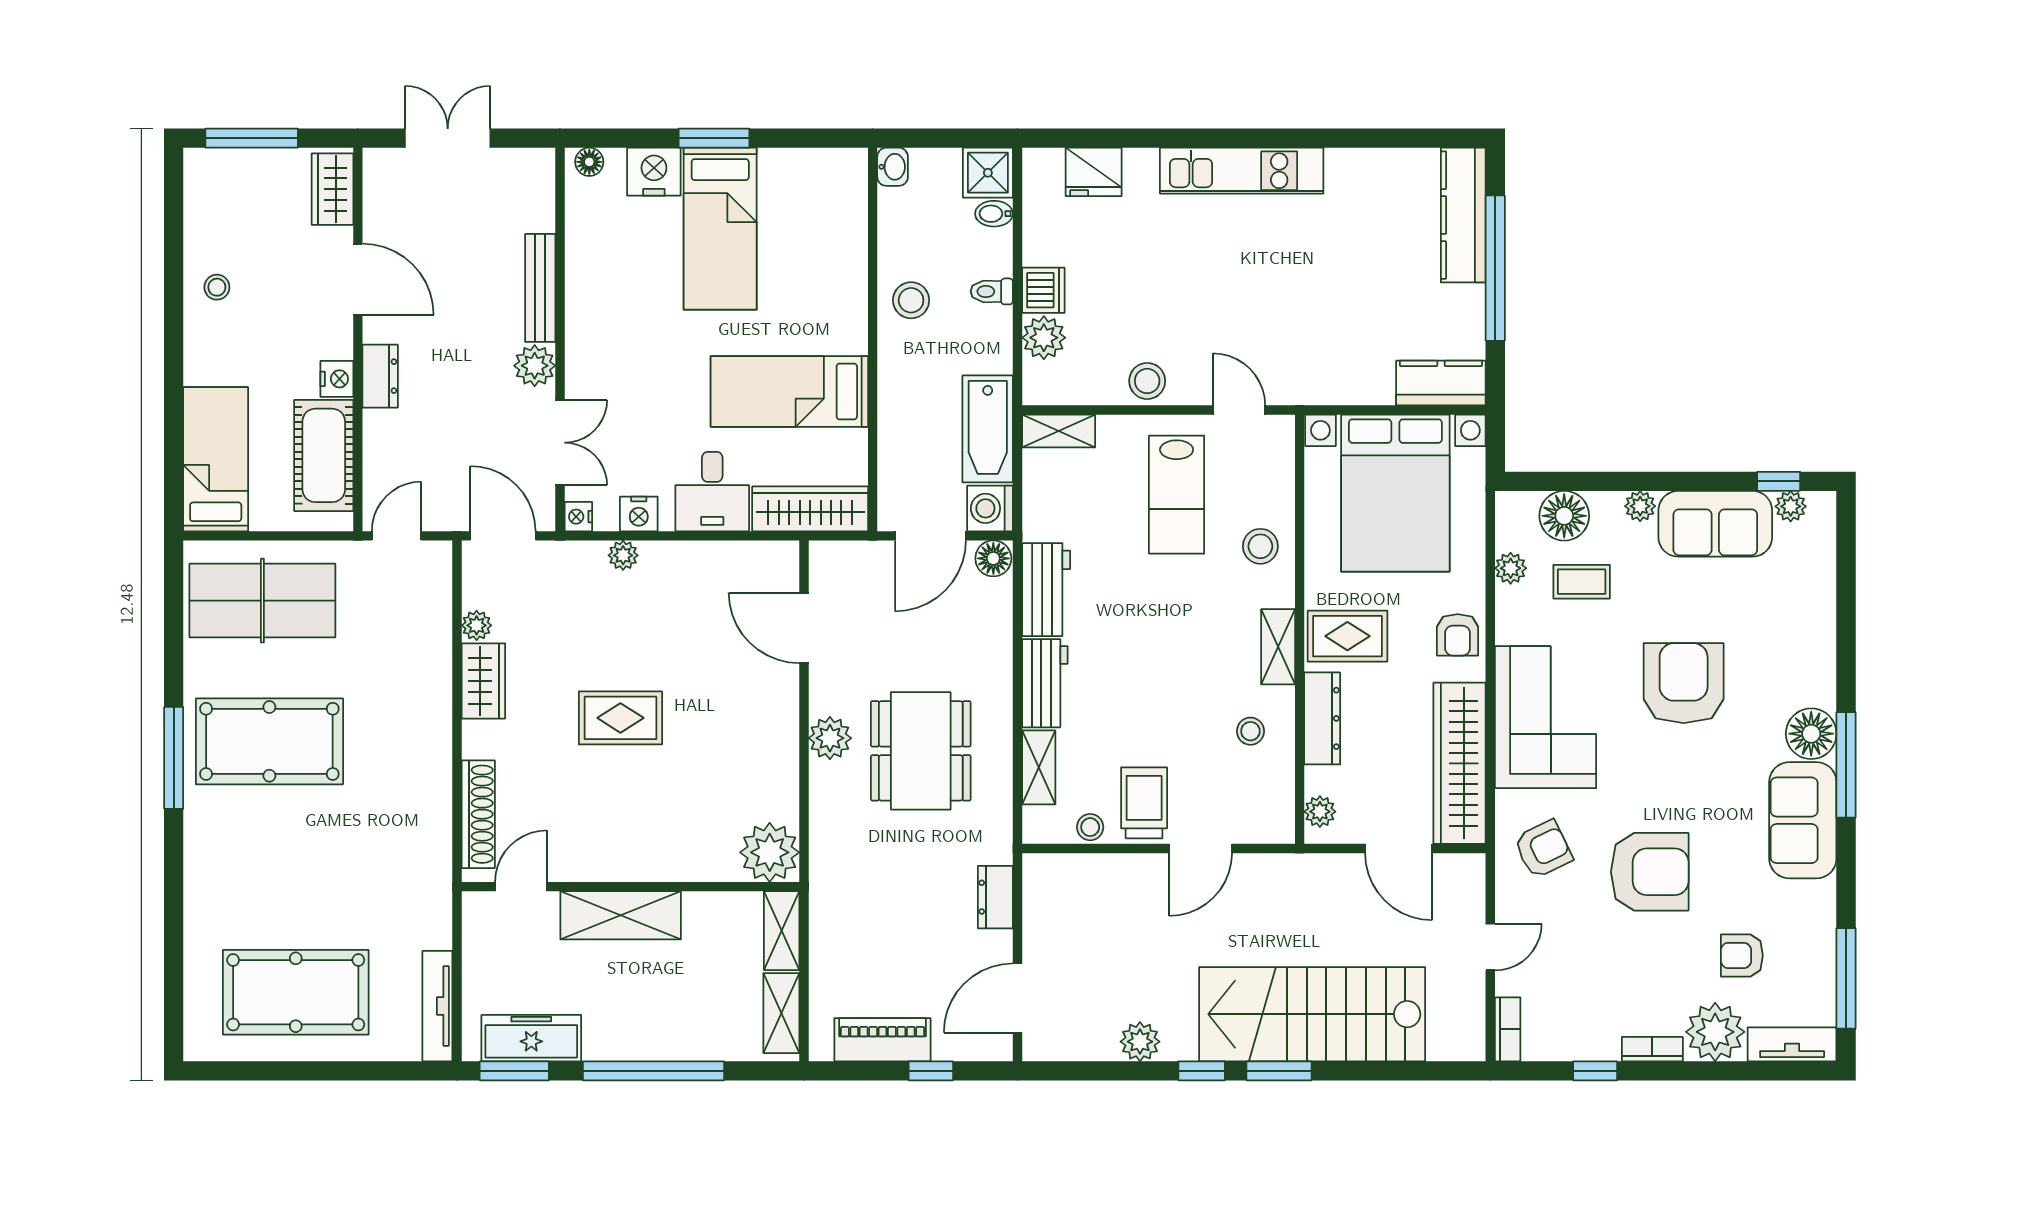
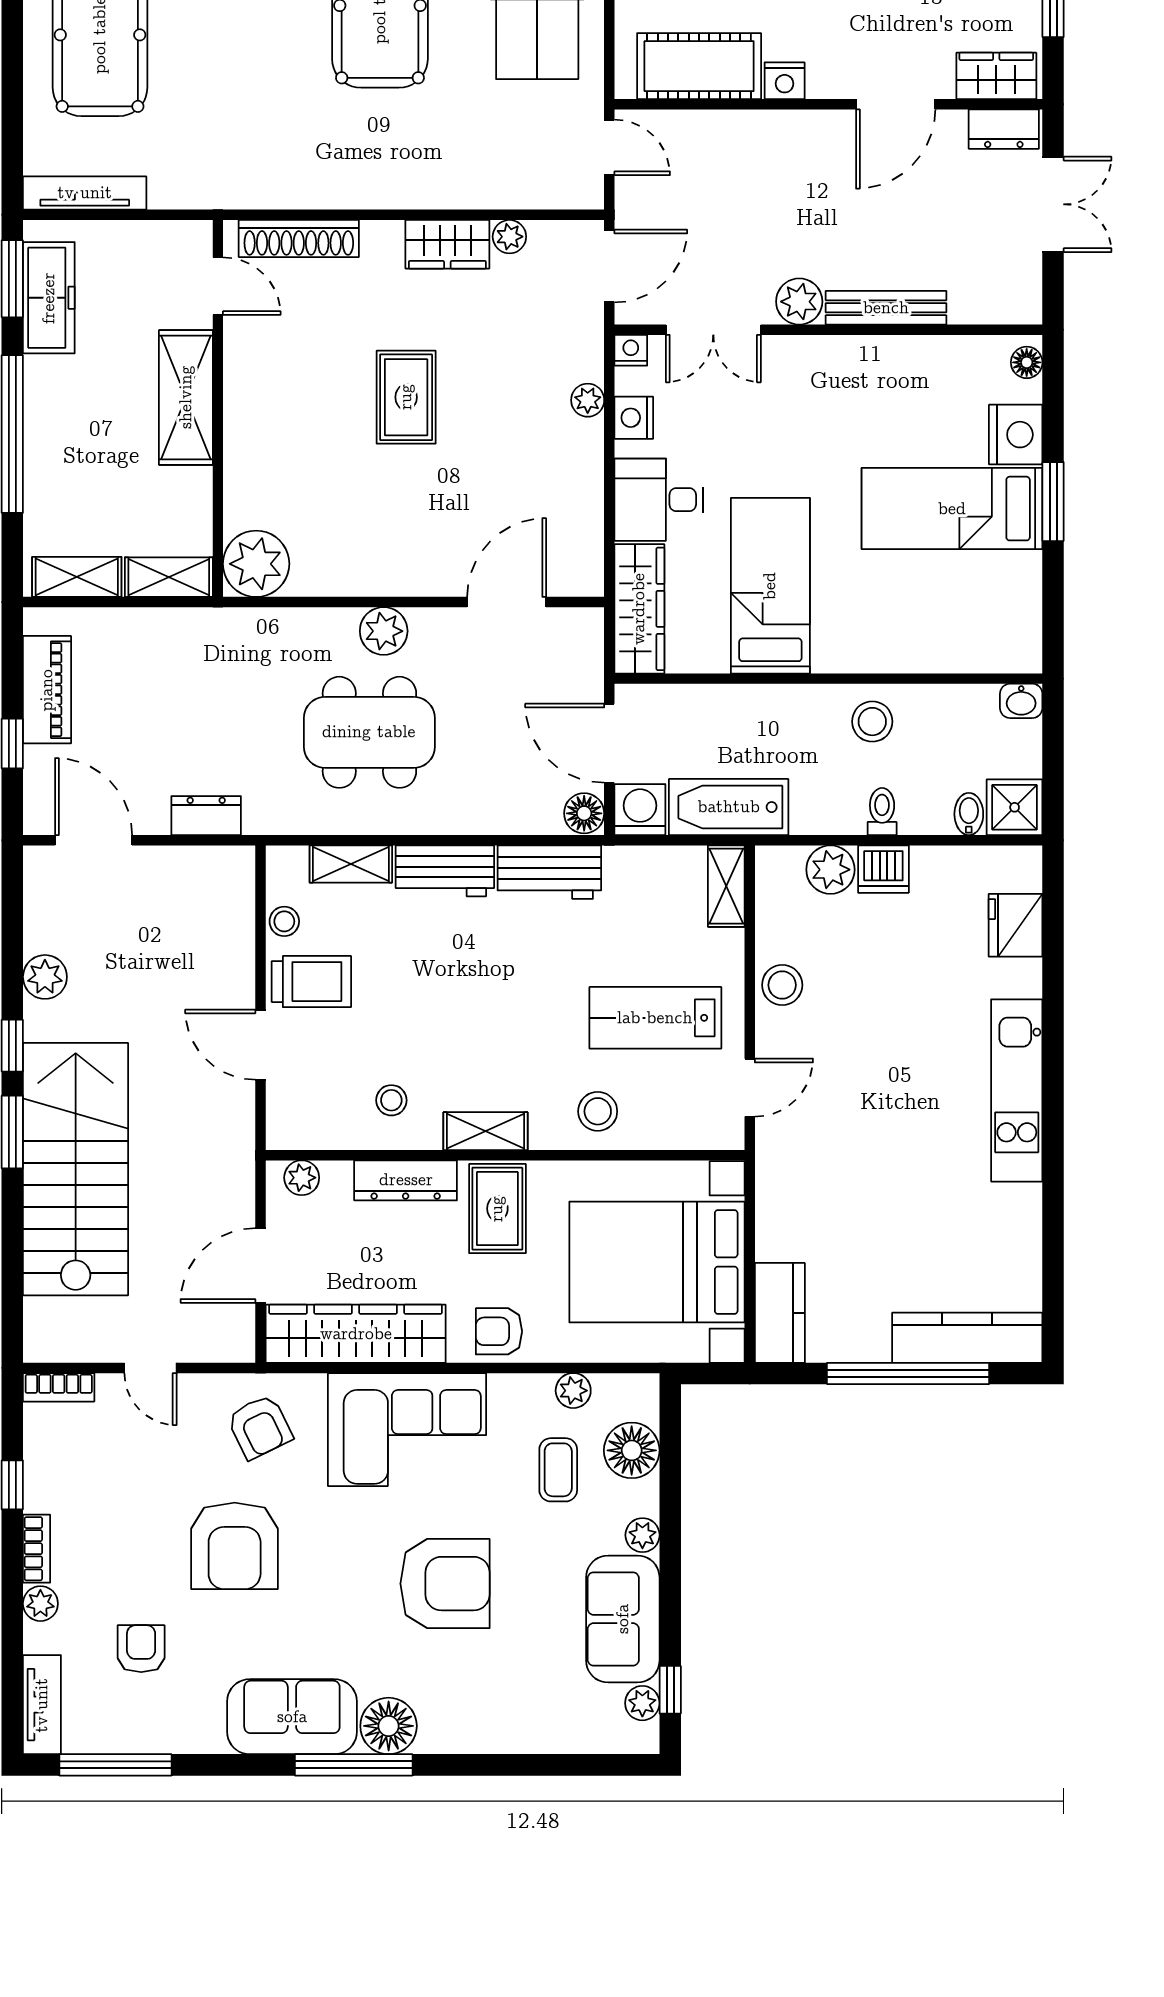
dresser: (380, 376) -> (1004, 129), moved
plant: (1715, 1032) -> (40, 1604), width x0.53, depth x0.53

